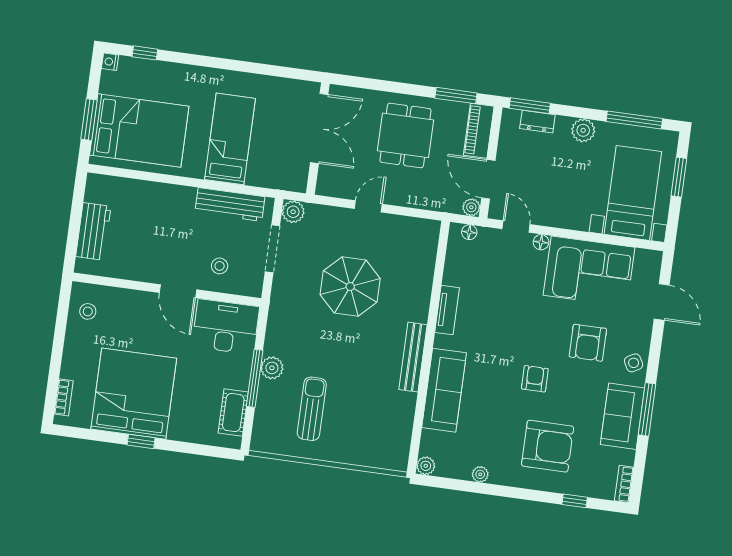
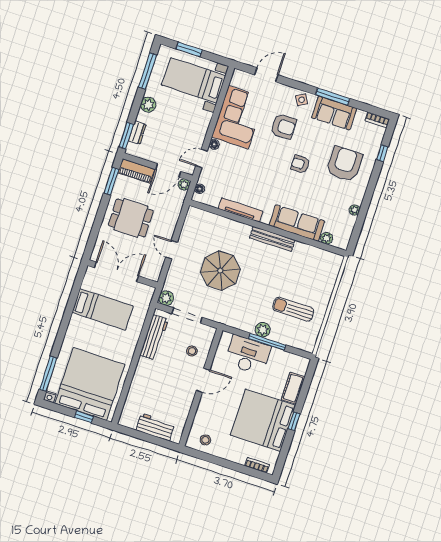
window: (145, 53) -> (48, 374), width x2.17
window: (89, 120) -> (84, 417), width x0.67
bed: (139, 131) -> (90, 384), width x1.36
bed: (230, 139) -> (103, 309), moved, turned 180
tv unit: (447, 310) -> (240, 210), width x1.41
desk: (226, 327) -> (248, 355), moved, turned 90
cot: (233, 413) -> (293, 388), moved, turned 90
plant: (426, 466) -> (327, 238), moved

